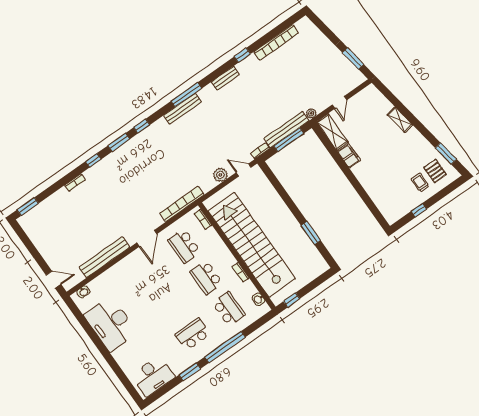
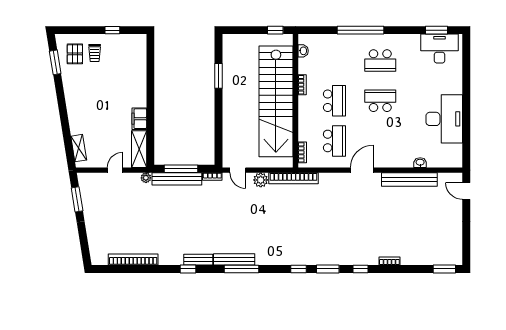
window: (242, 55) -> (188, 269), moved
bench: (183, 109) -> (234, 259), moved
shelving: (400, 120) -> (79, 148), moved
bookcase: (182, 204) -> (294, 178), moved
washbasin: (83, 292) -> (420, 163), moved
school desk: (229, 309) -> (380, 101), moved, turned 90
window: (190, 372) -> (437, 30), moved

